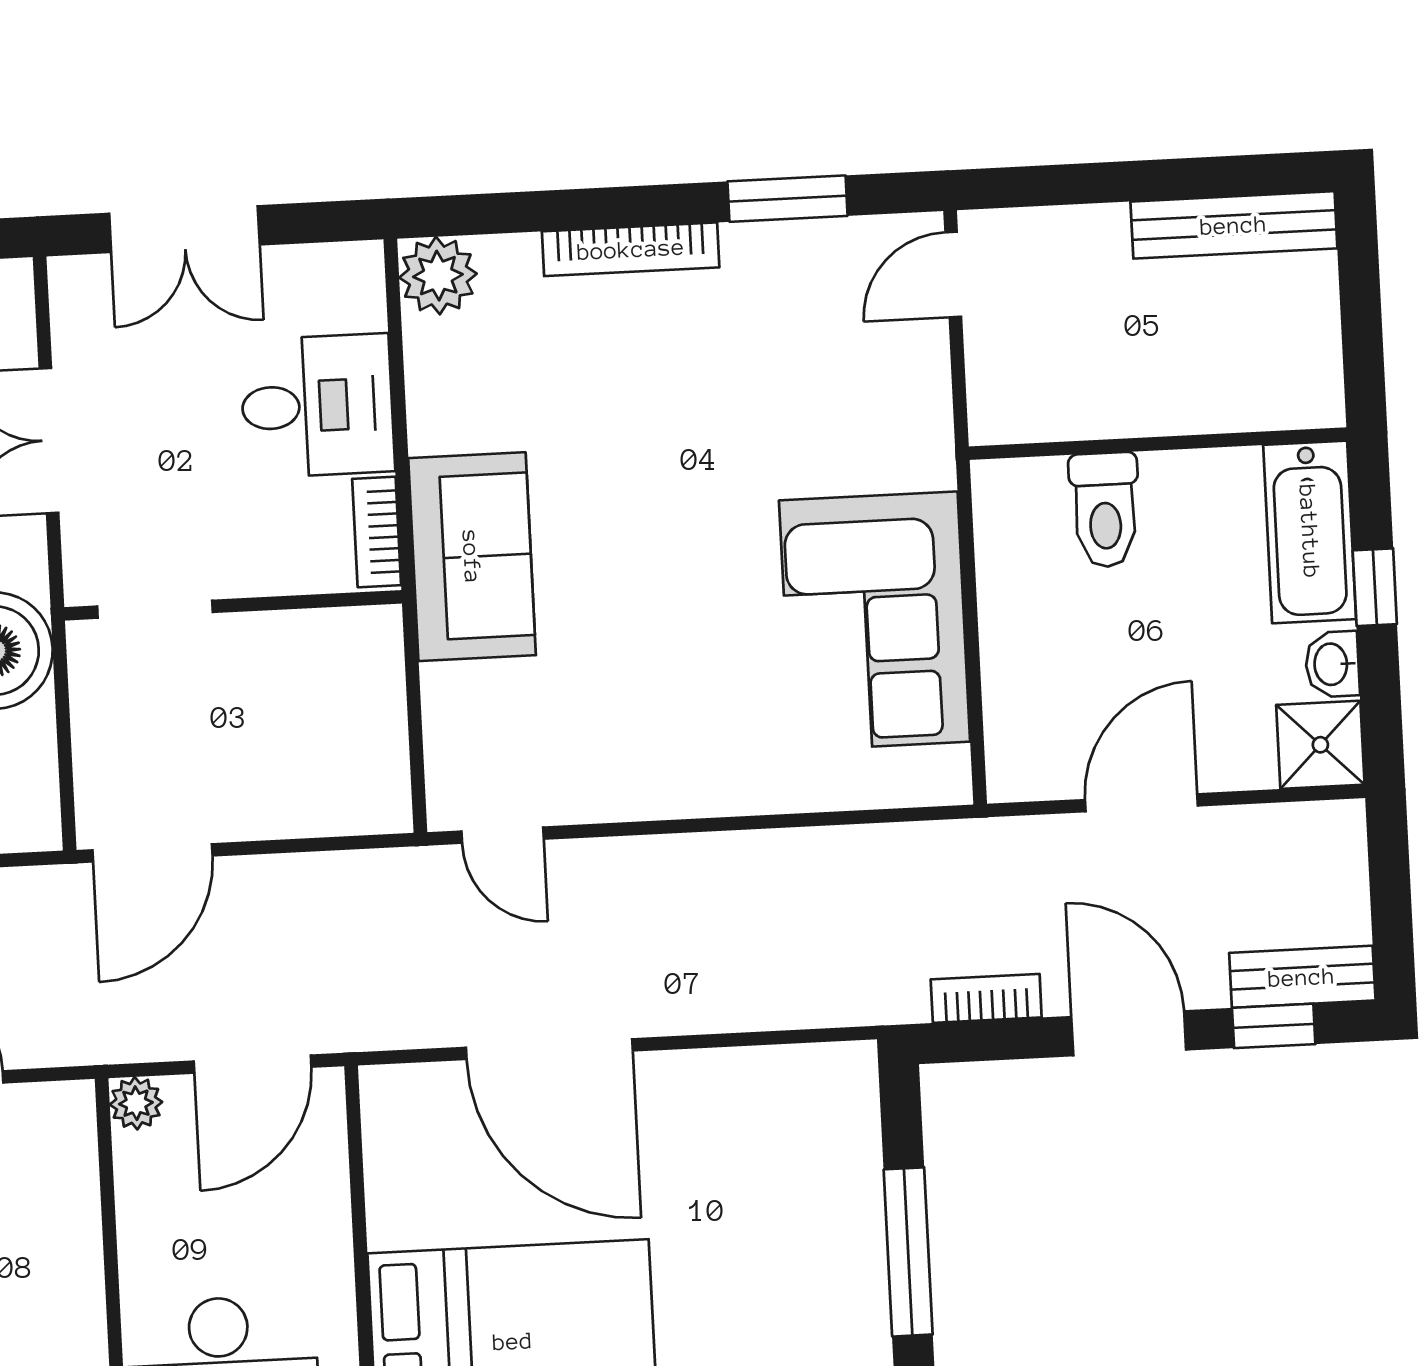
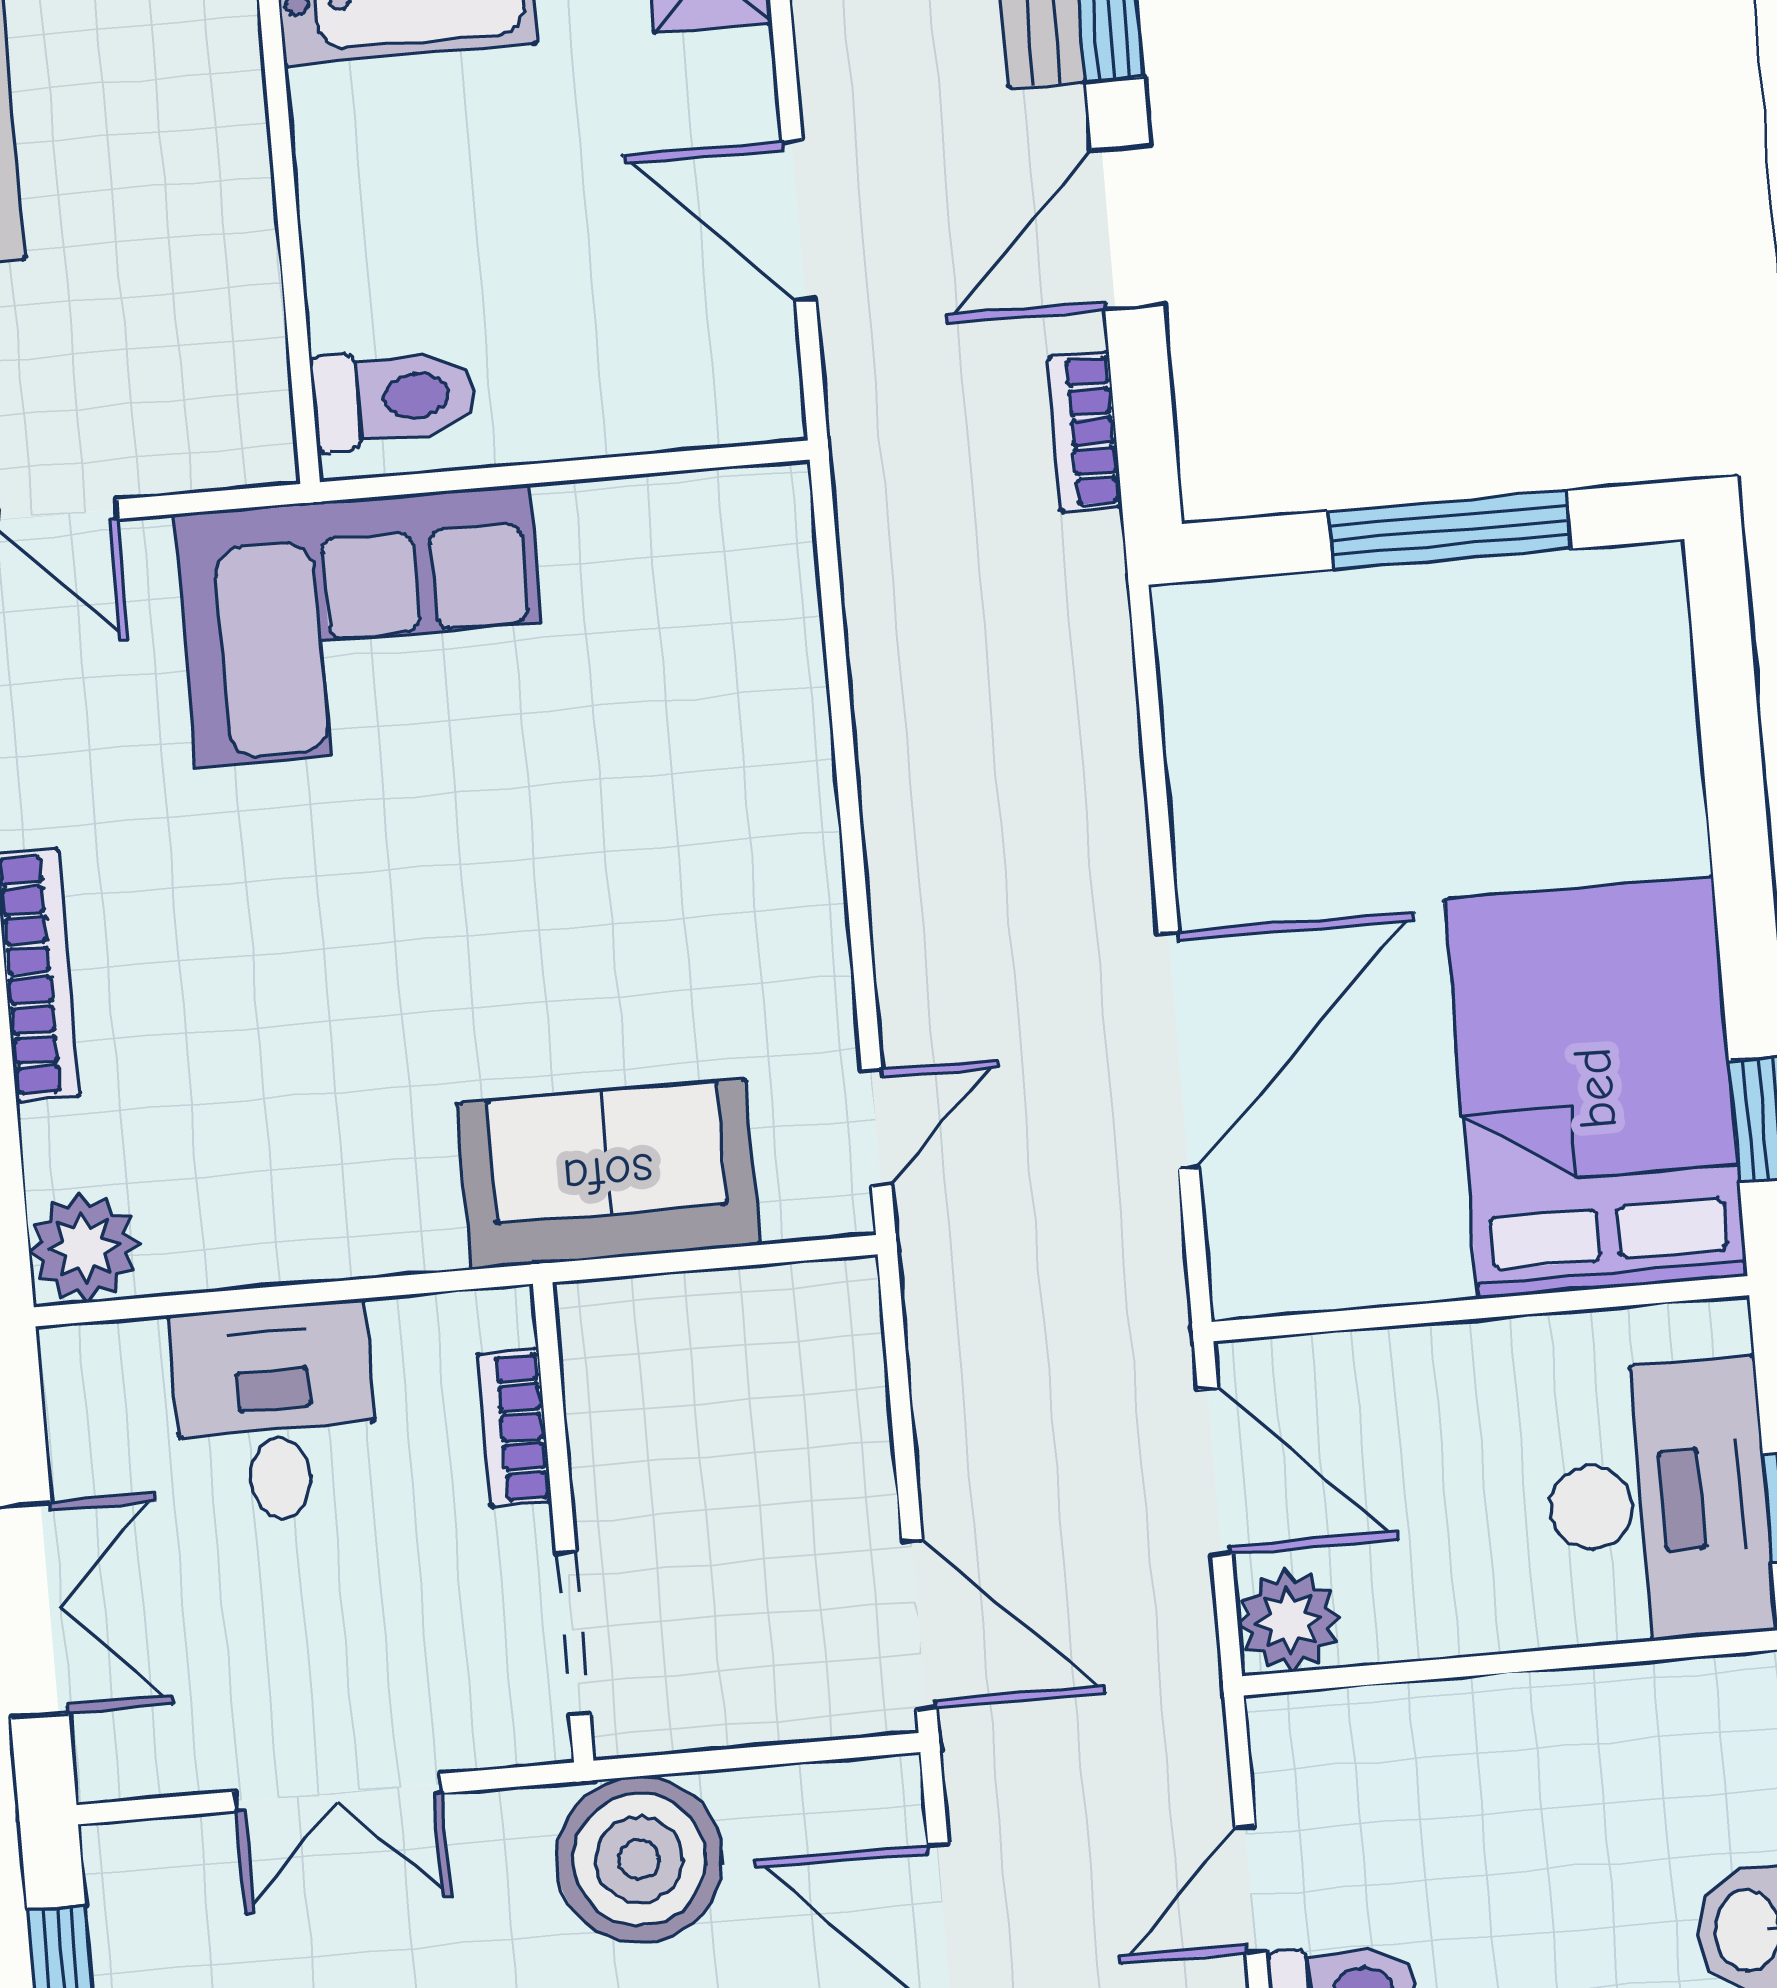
toilet: (1105, 510) -> (394, 398), moved
bookcase: (377, 532) -> (514, 1428), moved, turned 90
sofa: (472, 557) -> (608, 1174), moved
corner sofa: (875, 621) -> (362, 626), moved
plant: (136, 1103) -> (1289, 1620), width x1.38, depth x1.38

